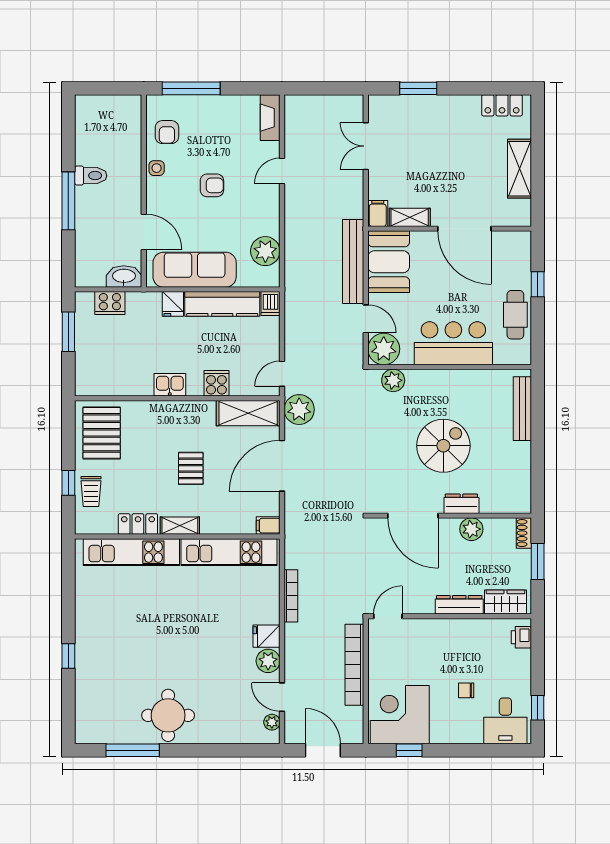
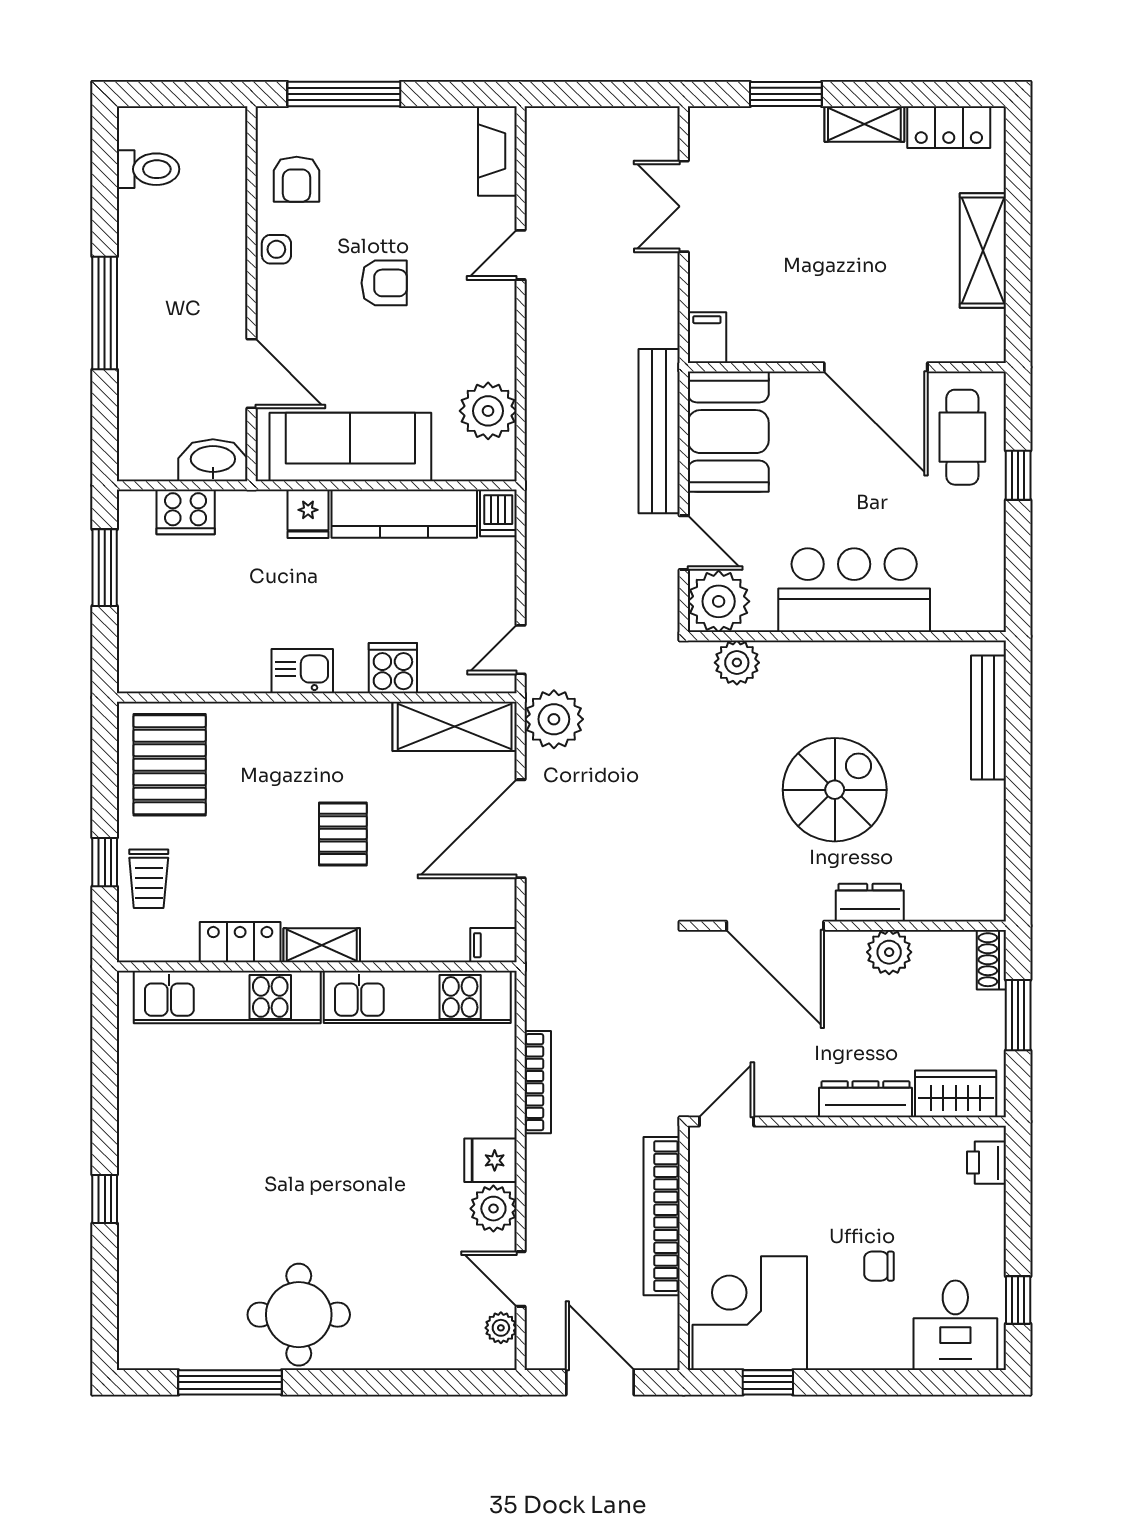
toilet: (91, 176) -> (148, 169), moved
shelving: (410, 217) -> (864, 124), moved
cafe table: (515, 315) -> (962, 437), moved

